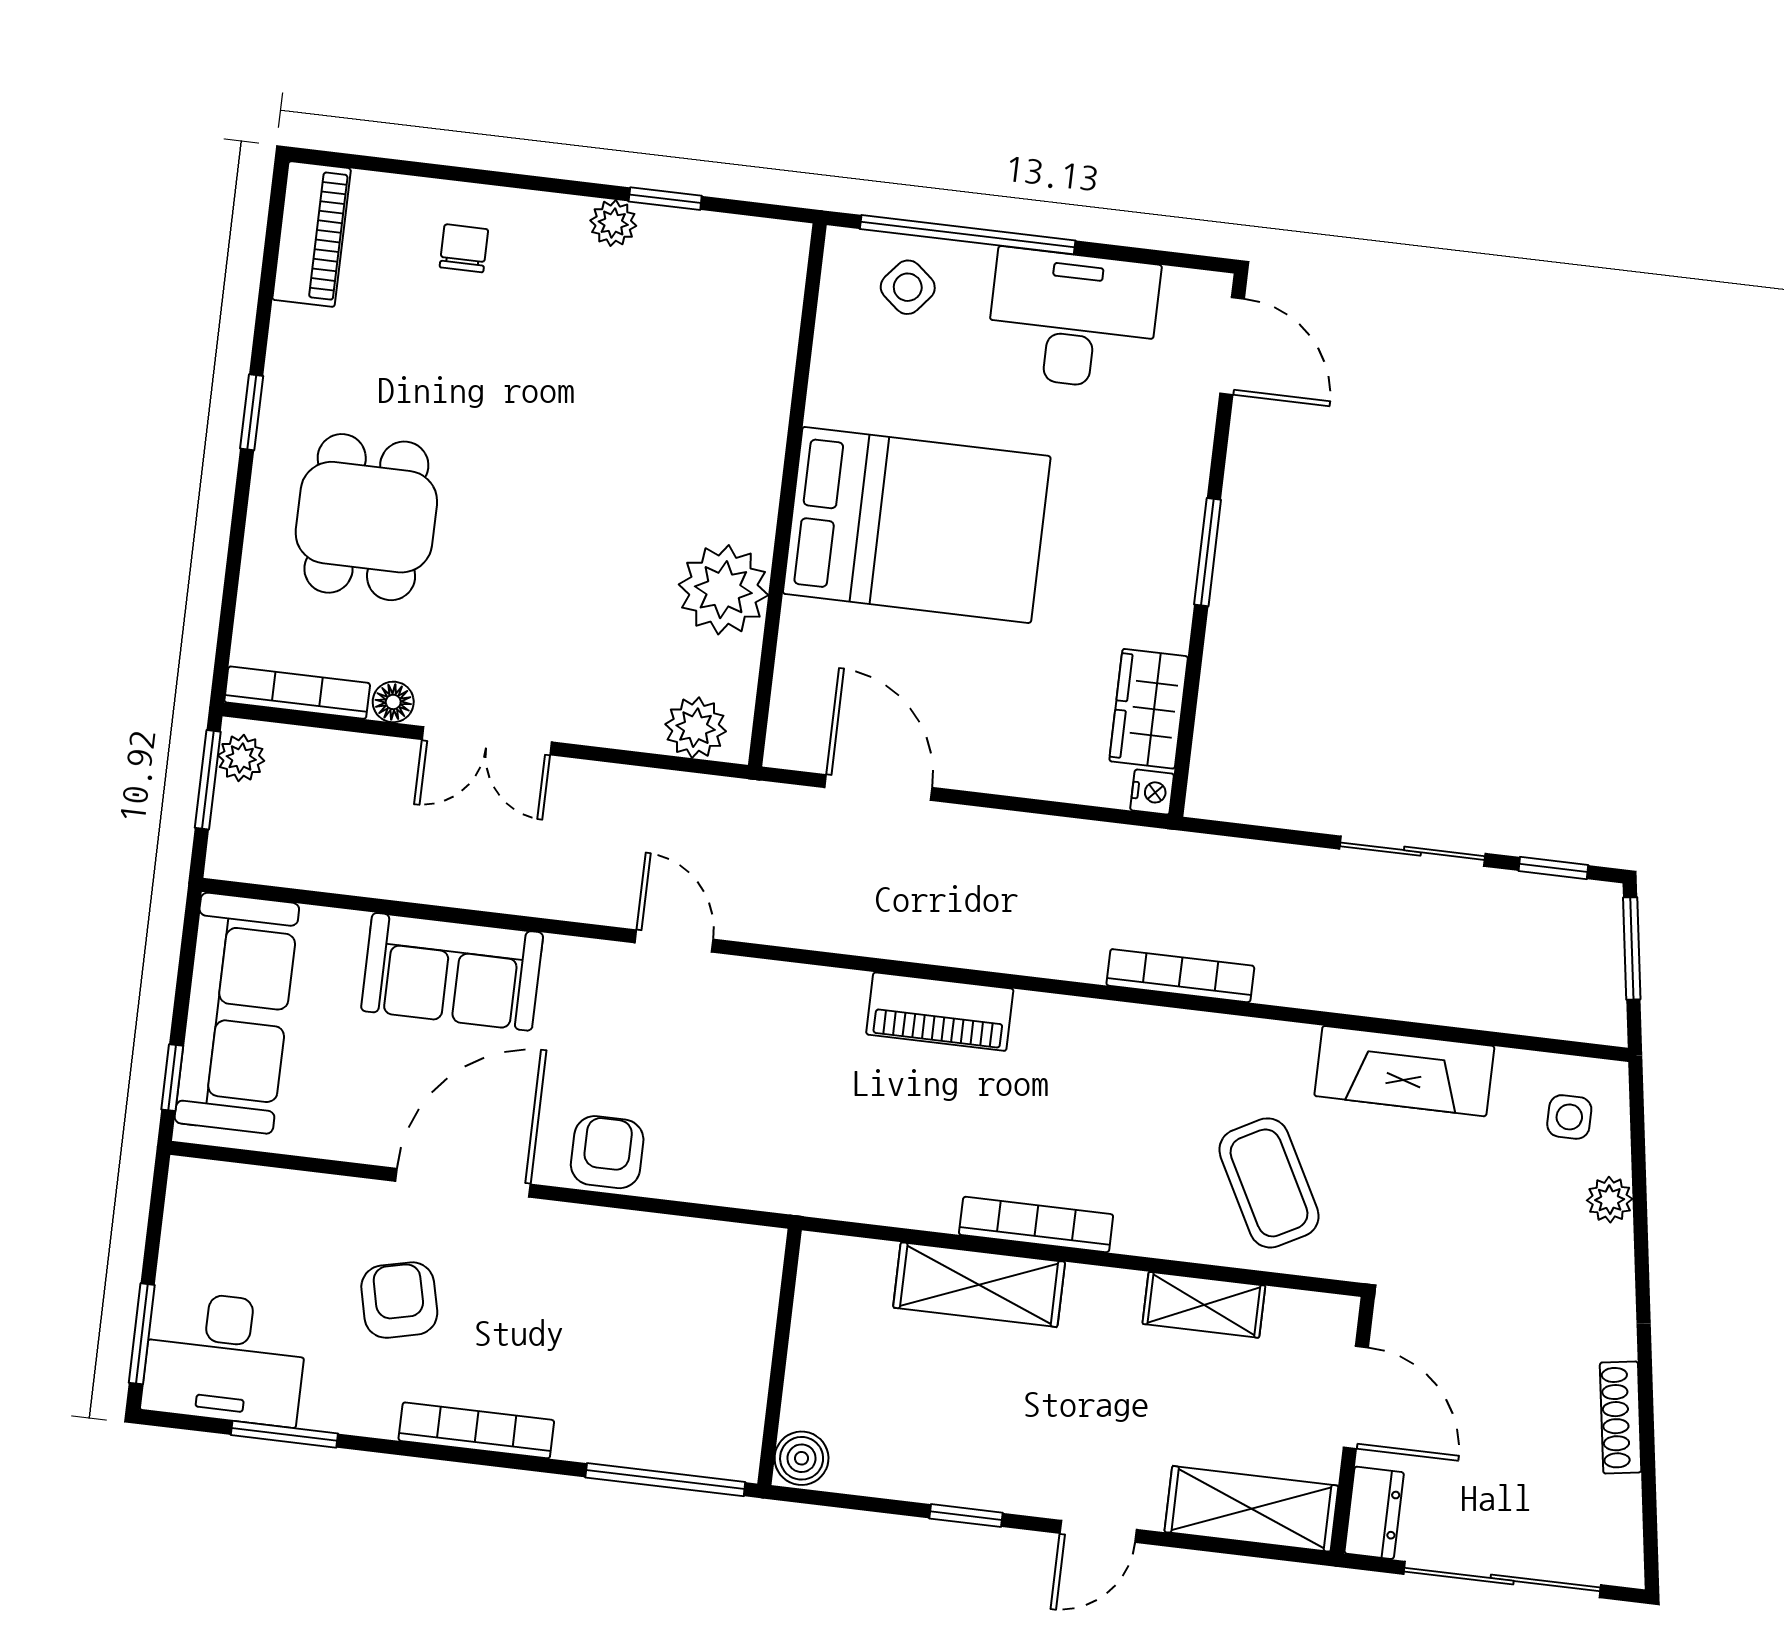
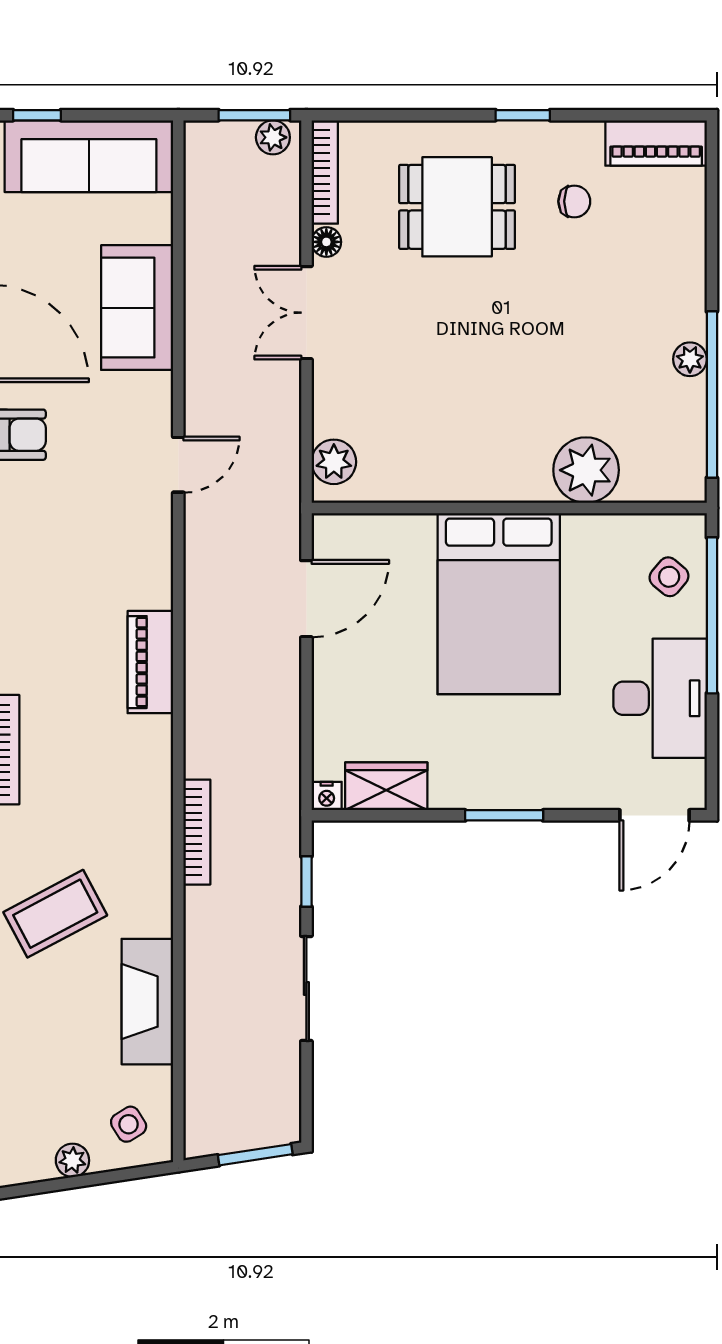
window: (665, 199) -> (712, 395), width x3.17
chair: (464, 248) -> (574, 201), moved
plant: (723, 590) -> (586, 470), moved
window: (1553, 868) -> (306, 881), moved
side table: (1569, 1117) -> (129, 1124), turned -32

